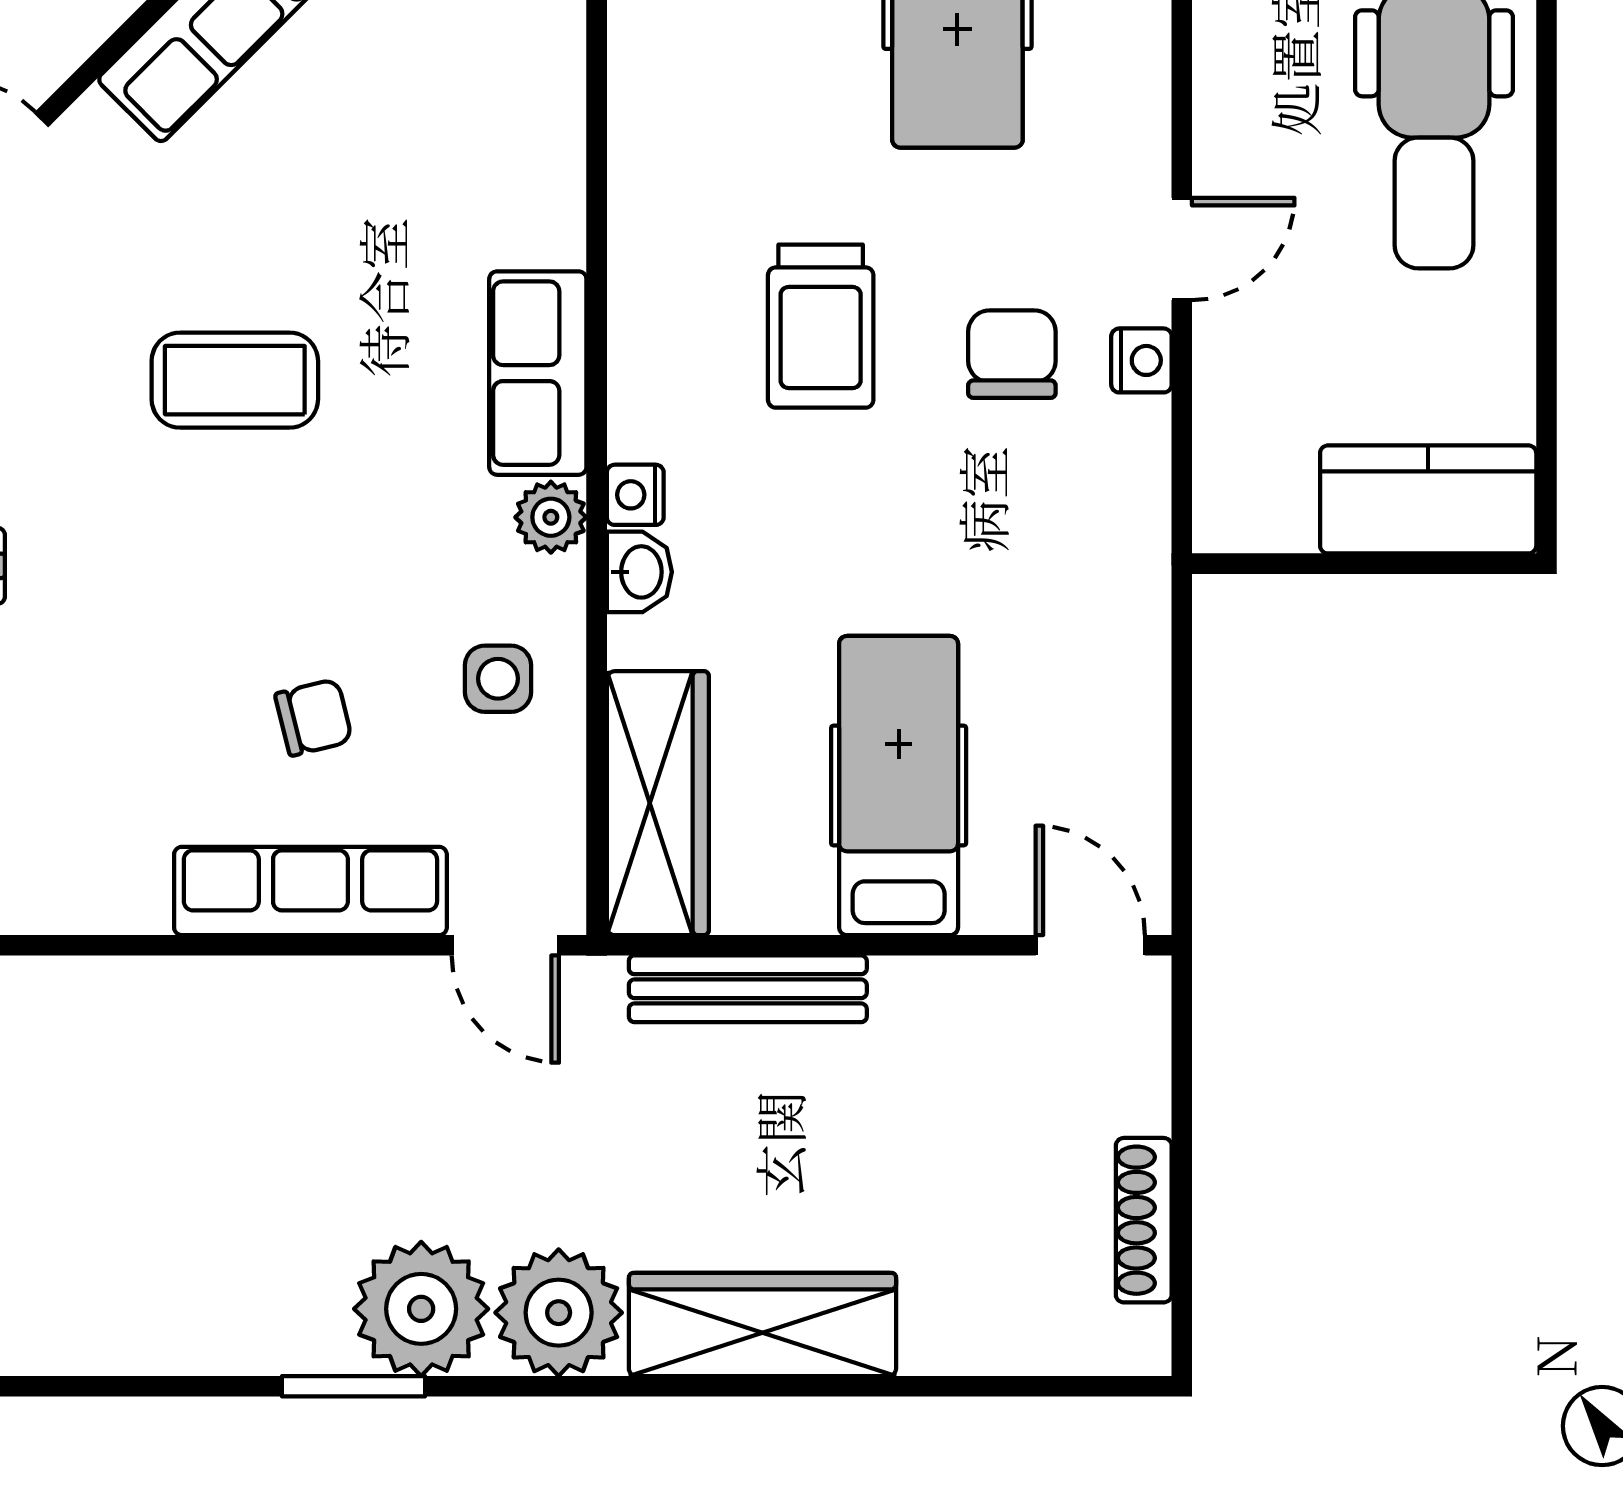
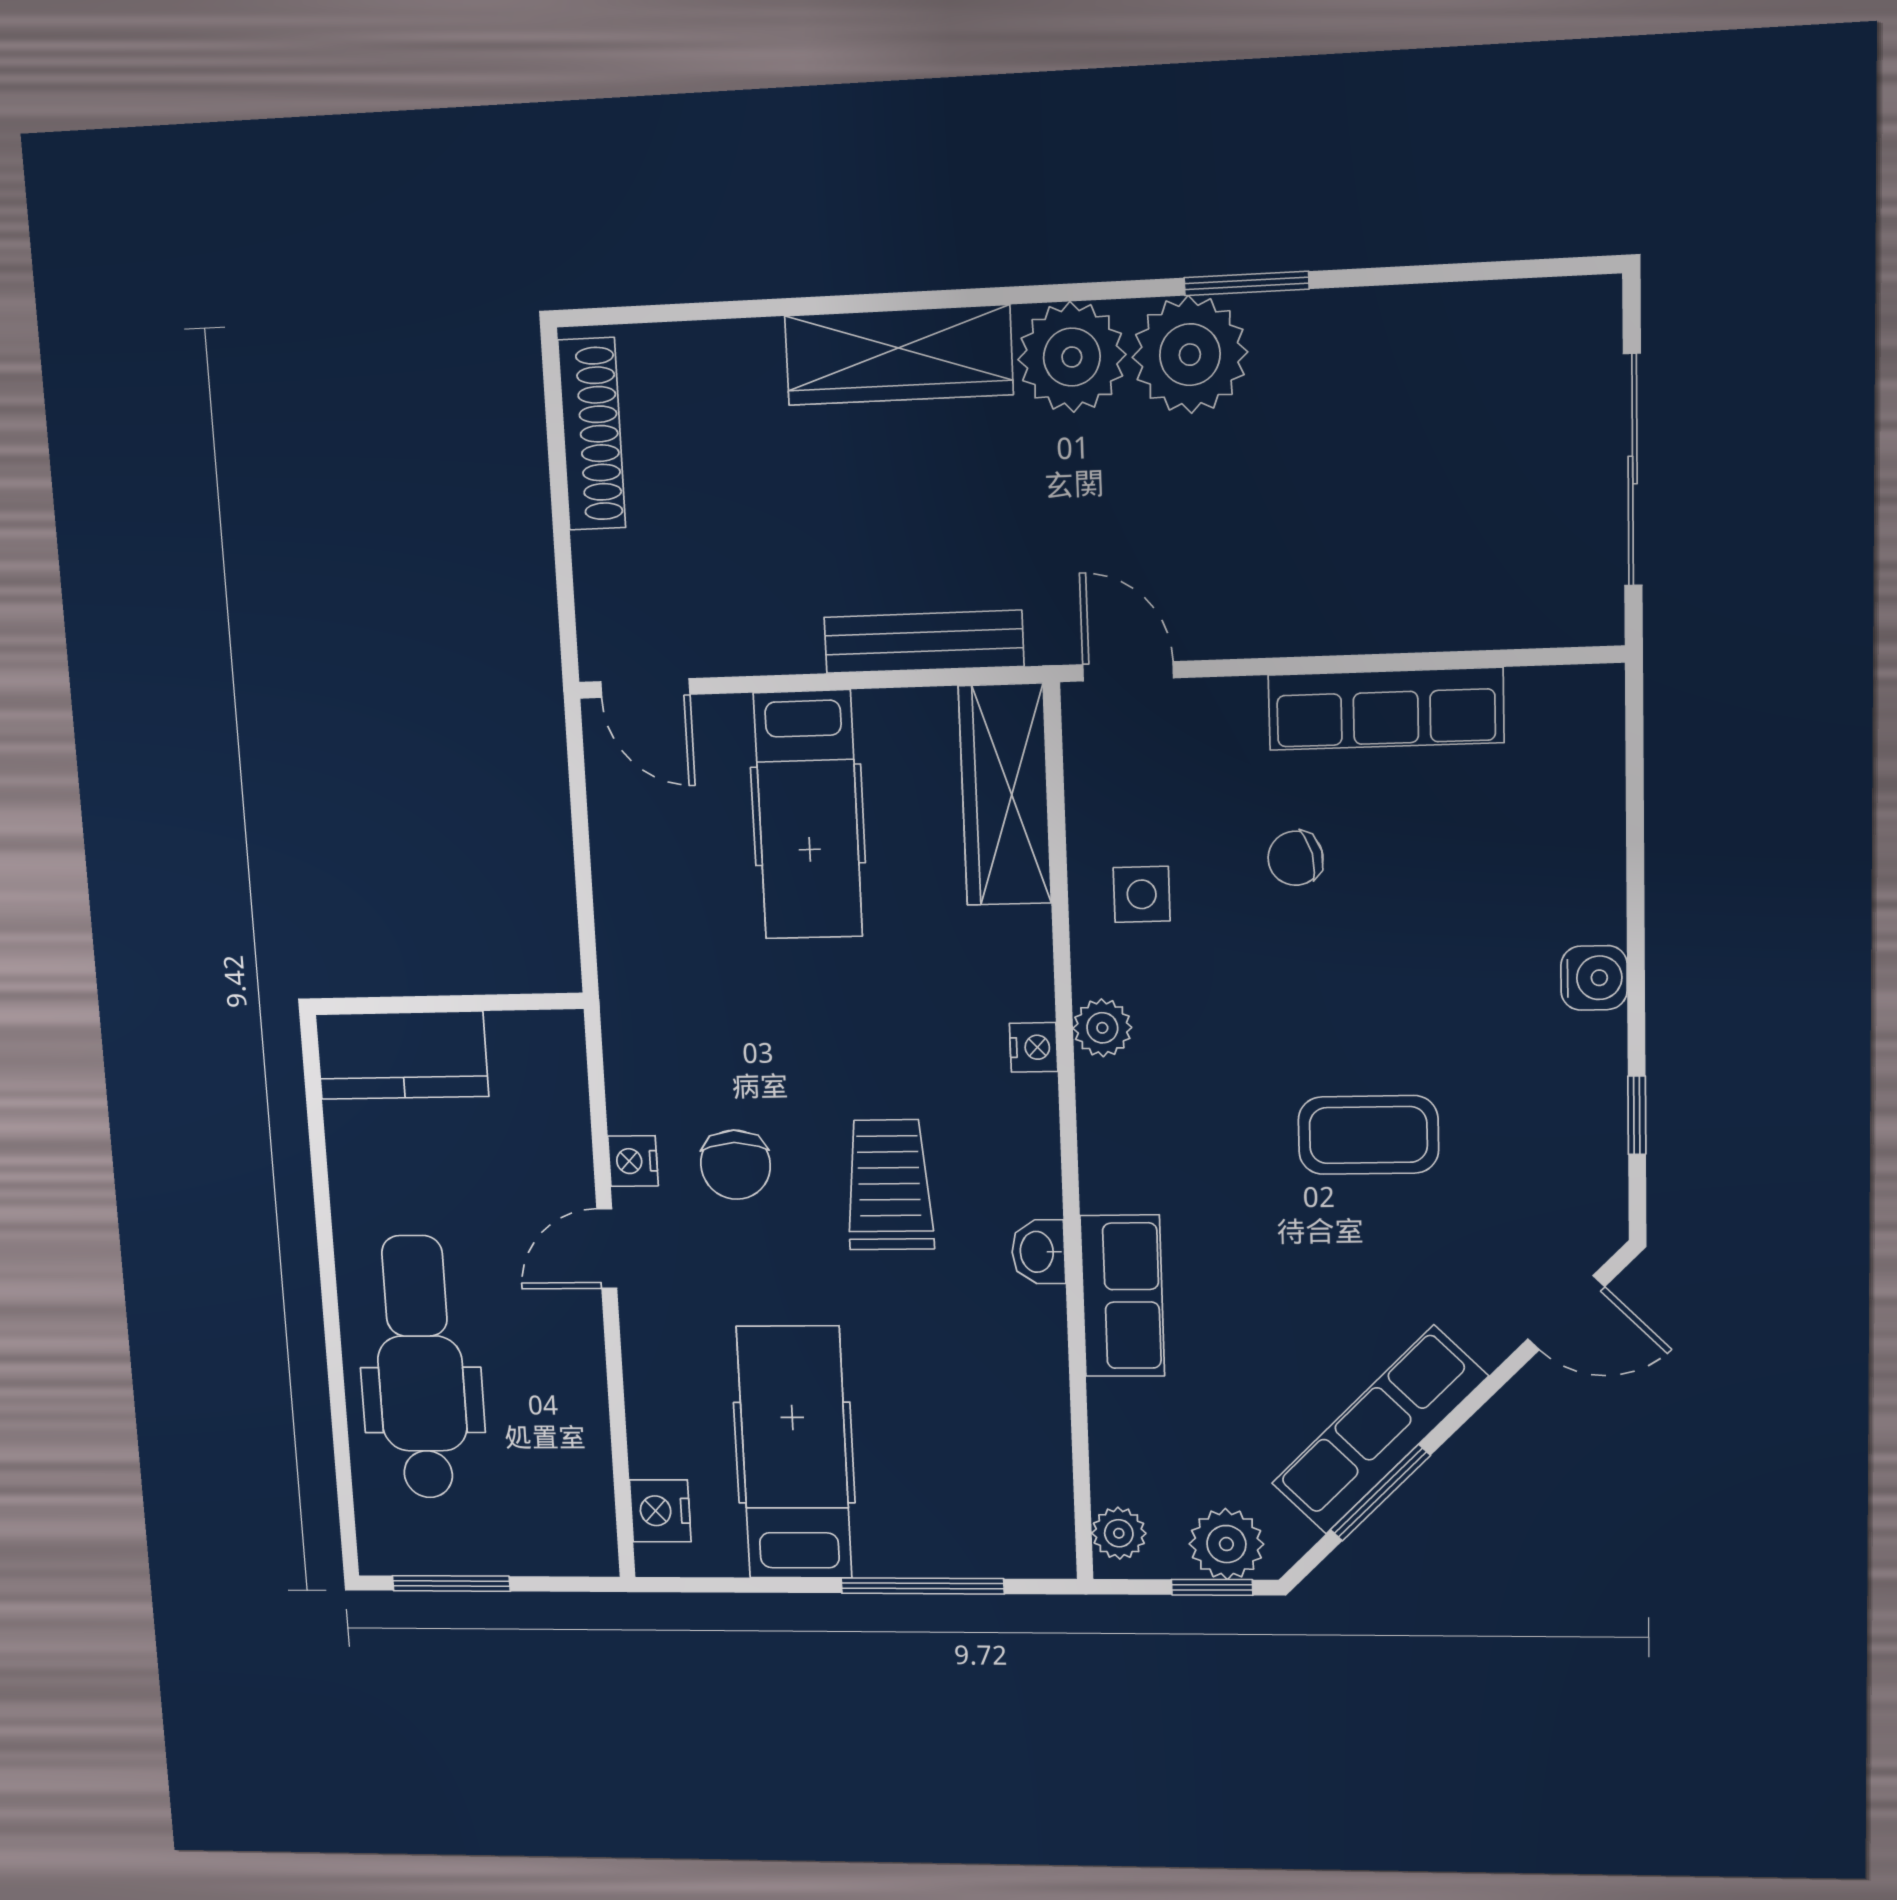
row of seats: (538, 373) -> (1122, 1296), moved
washbasin: (639, 572) -> (1038, 1252), moved
row of seats: (310, 891) -> (1386, 709), moved
shoe rack: (1144, 1220) -> (592, 434), width x1.36, depth x1.24

